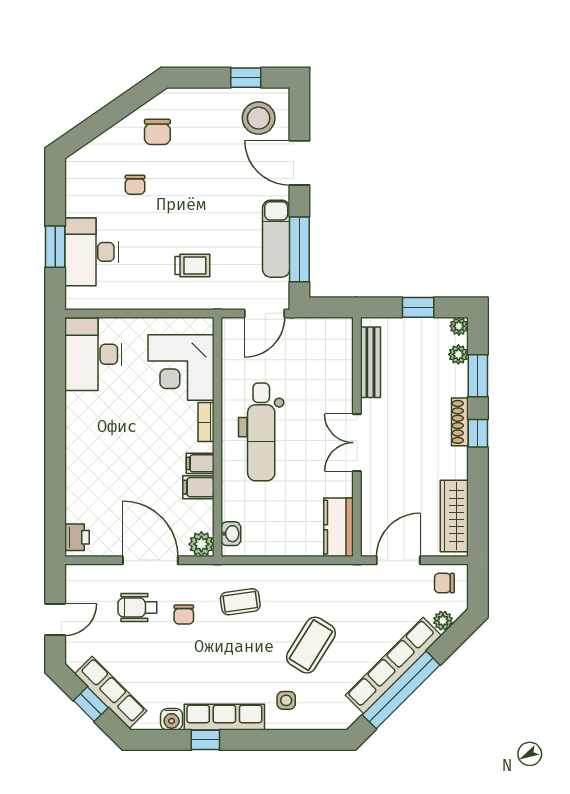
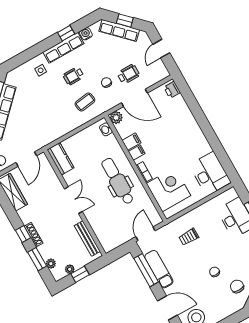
chair: (135, 185) -> (215, 272), moved
plant: (459, 326) -> (70, 269), moved
coffee table: (311, 645) -> (43, 101), removed
wheelchair: (235, 658) -> (73, 76), added

